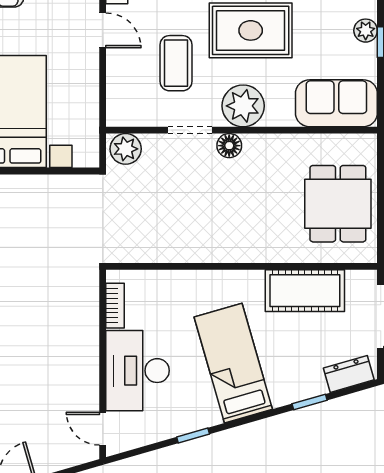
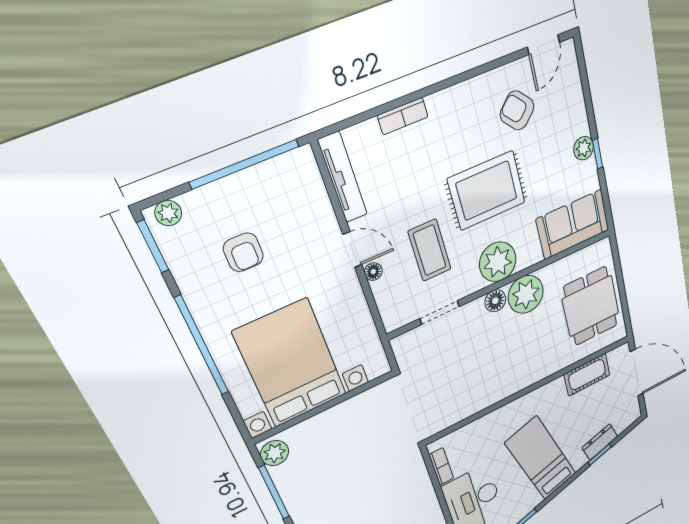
floor lamp: (115, 59) -> (373, 272), added
doorway: (190, 130) -> (440, 313), moved
plant: (126, 149) -> (526, 294), moved, width x1.36, depth x1.36
cot: (305, 291) -> (587, 375), width x0.73, depth x0.75
dresser: (349, 374) -> (600, 442), moved

